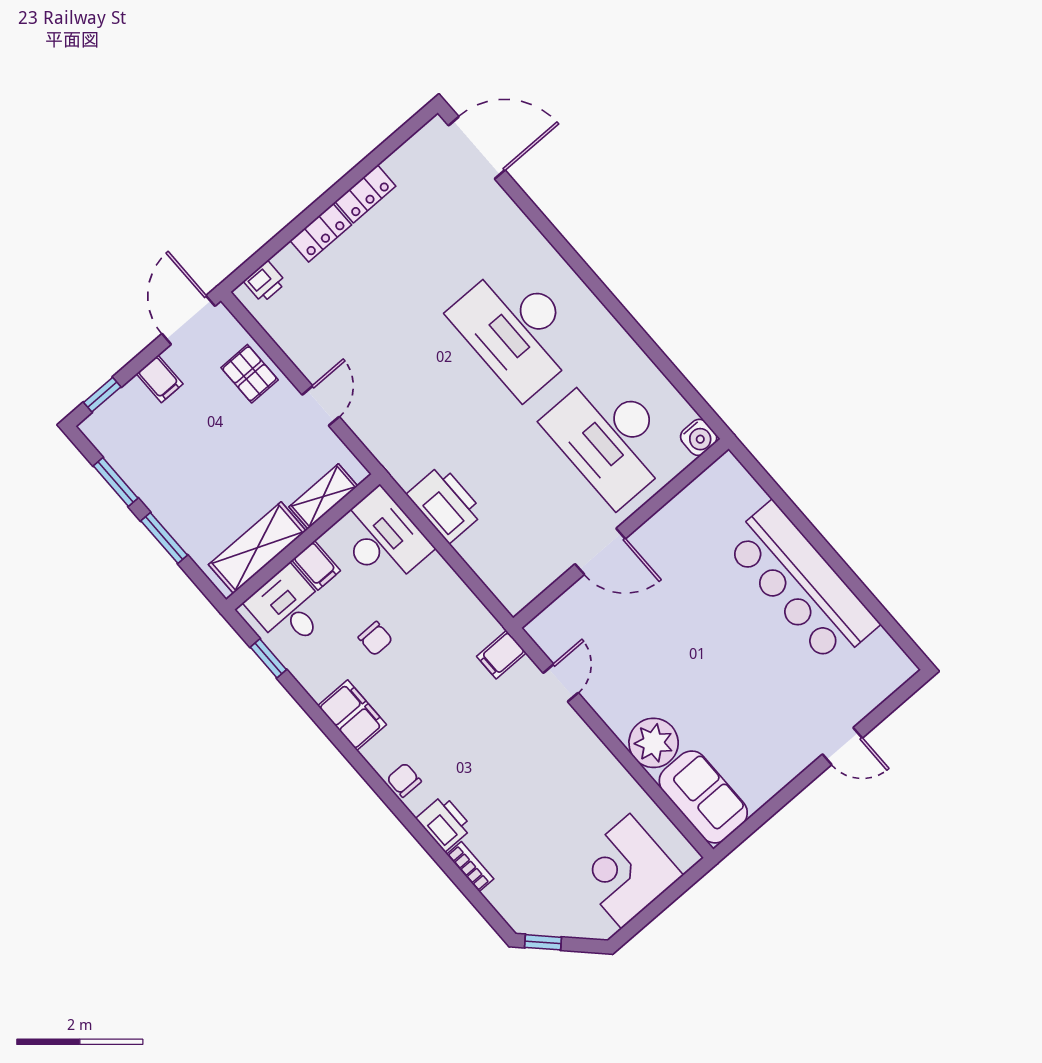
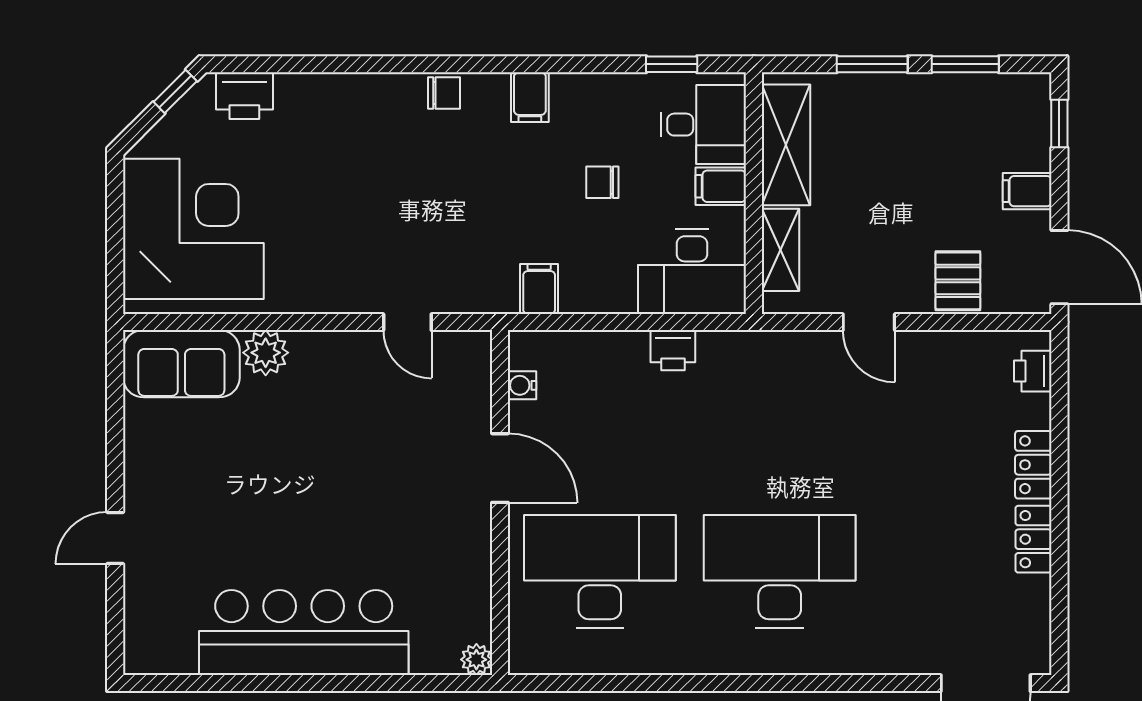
pallet: (250, 374) -> (958, 281), turned 90
water cooler: (699, 437) -> (522, 385), moved, width x0.72, depth x0.72
plant: (727, 466) -> (476, 660), added
printer: (445, 504) -> (673, 350), width x0.53, depth x0.68
door: (600, 551) -> (500, 468), swing flipped
filing cabinet: (501, 655) -> (539, 289), moved
filing cabinet: (352, 715) -> (530, 97), width x0.50
plant: (654, 743) -> (266, 353), width x0.73, depth x0.73
printer: (444, 823) -> (244, 96), moved
bookcase: (470, 867) -> (307, 85), removed
corner desk: (626, 871) -> (193, 229), width x1.36, depth x1.36

